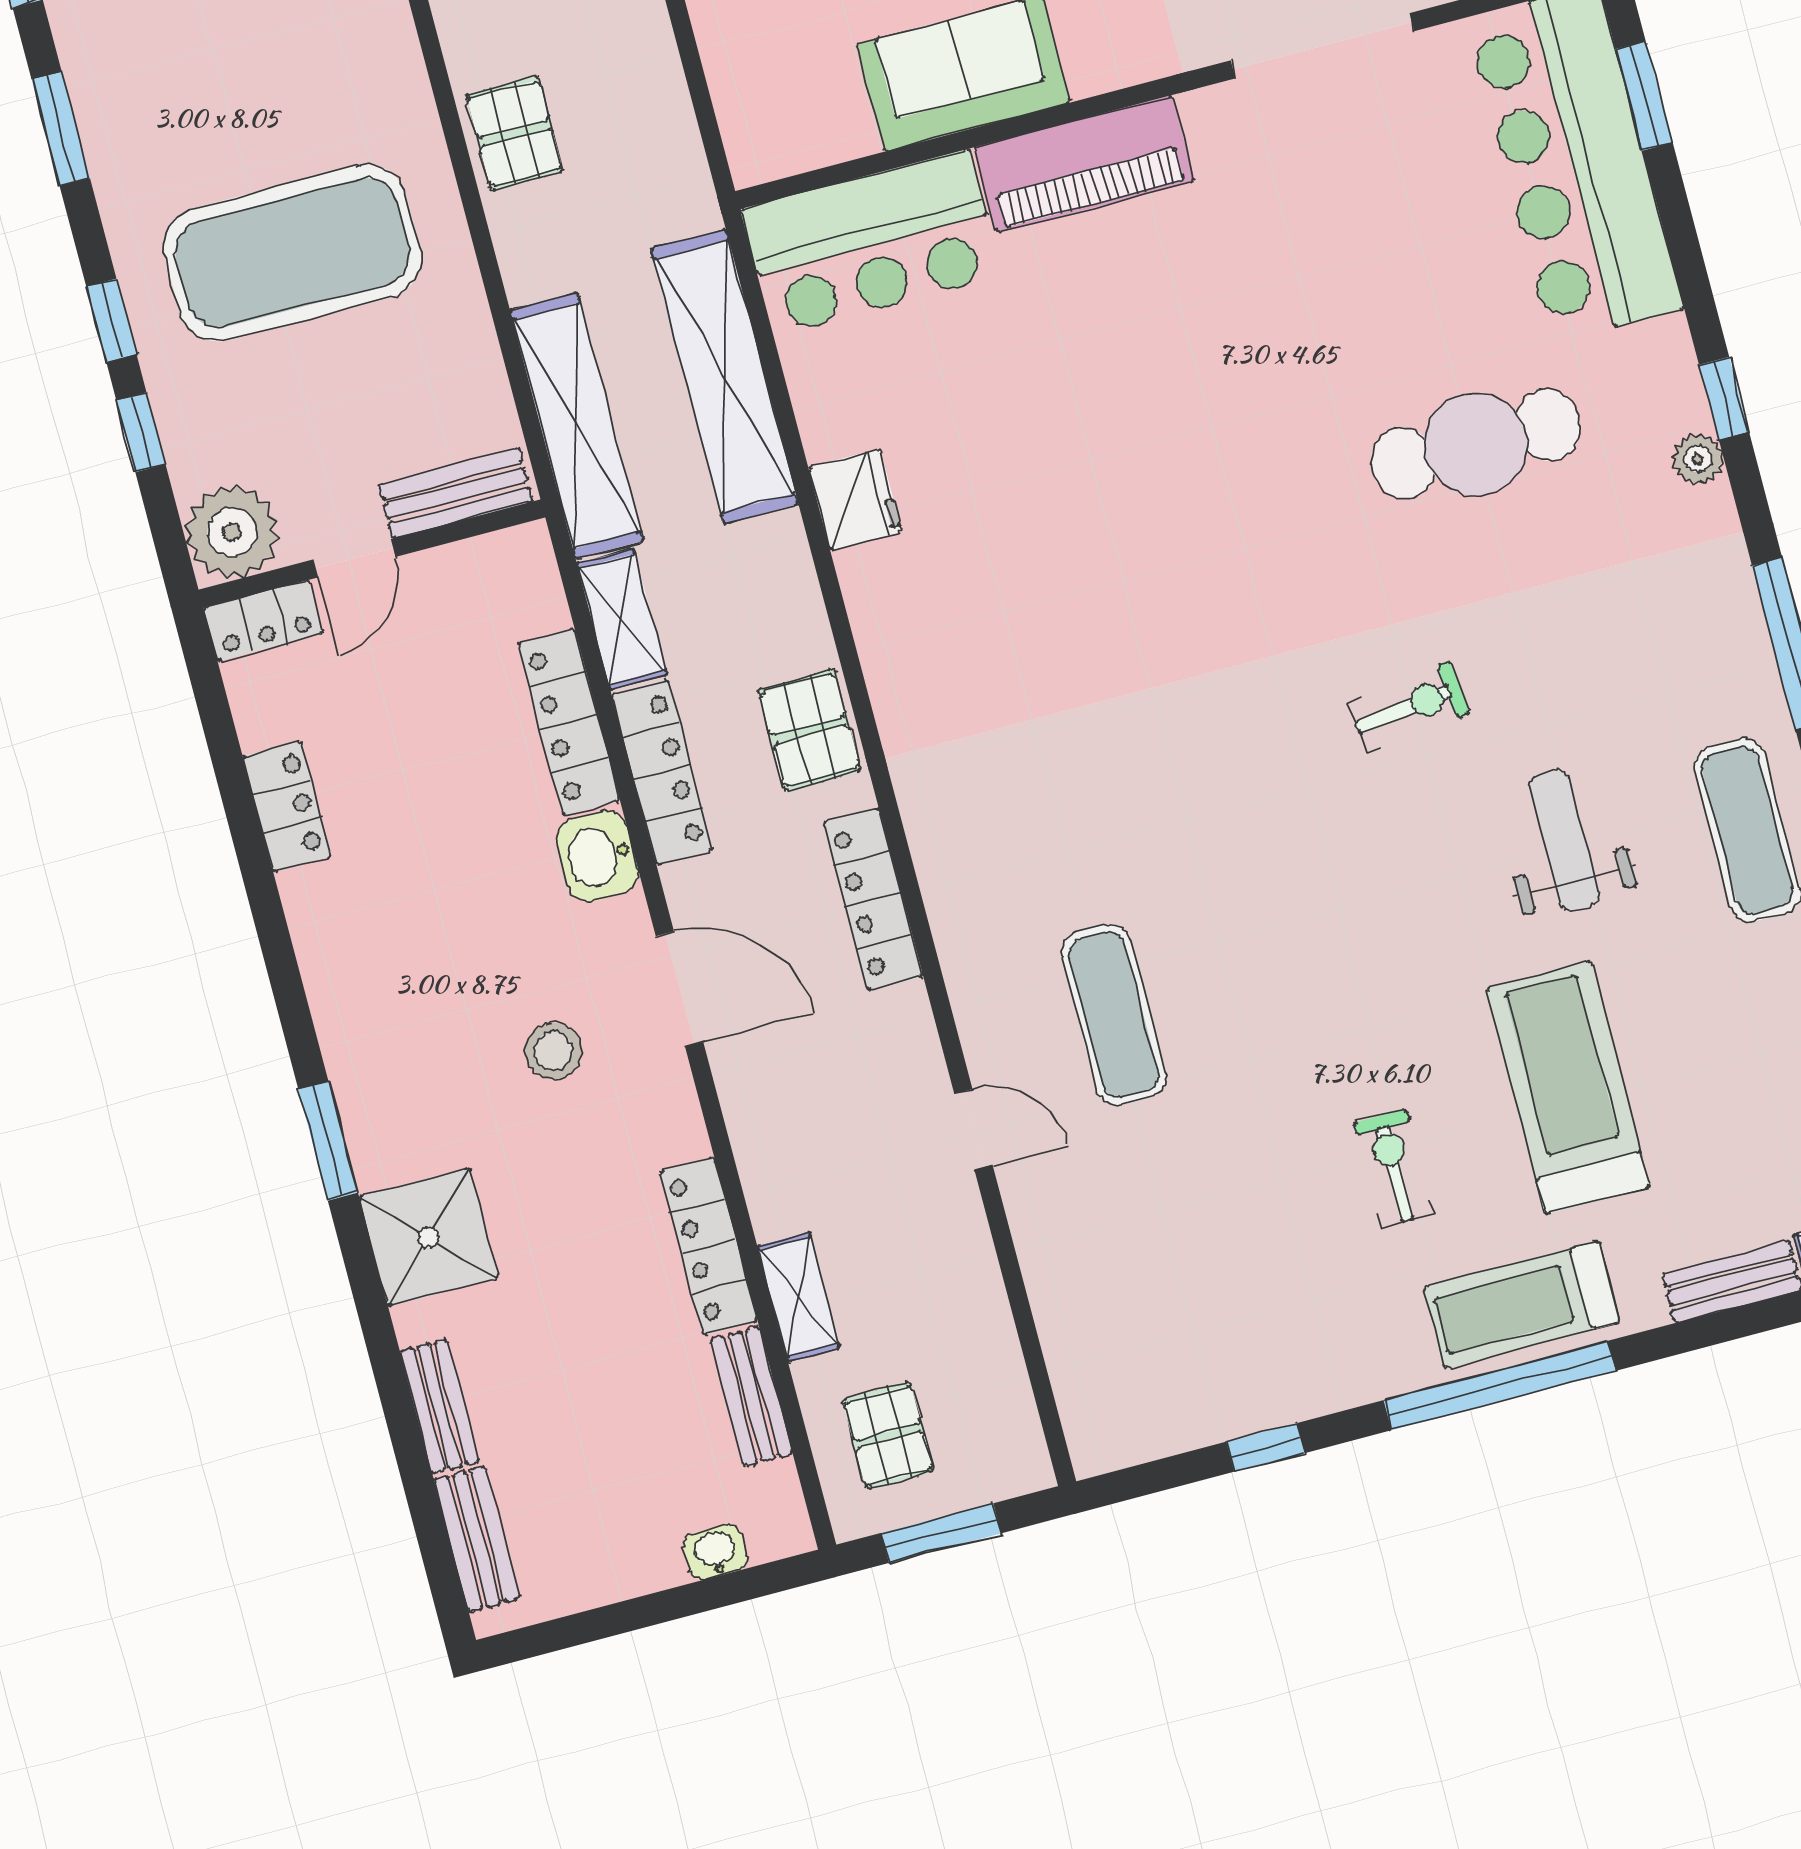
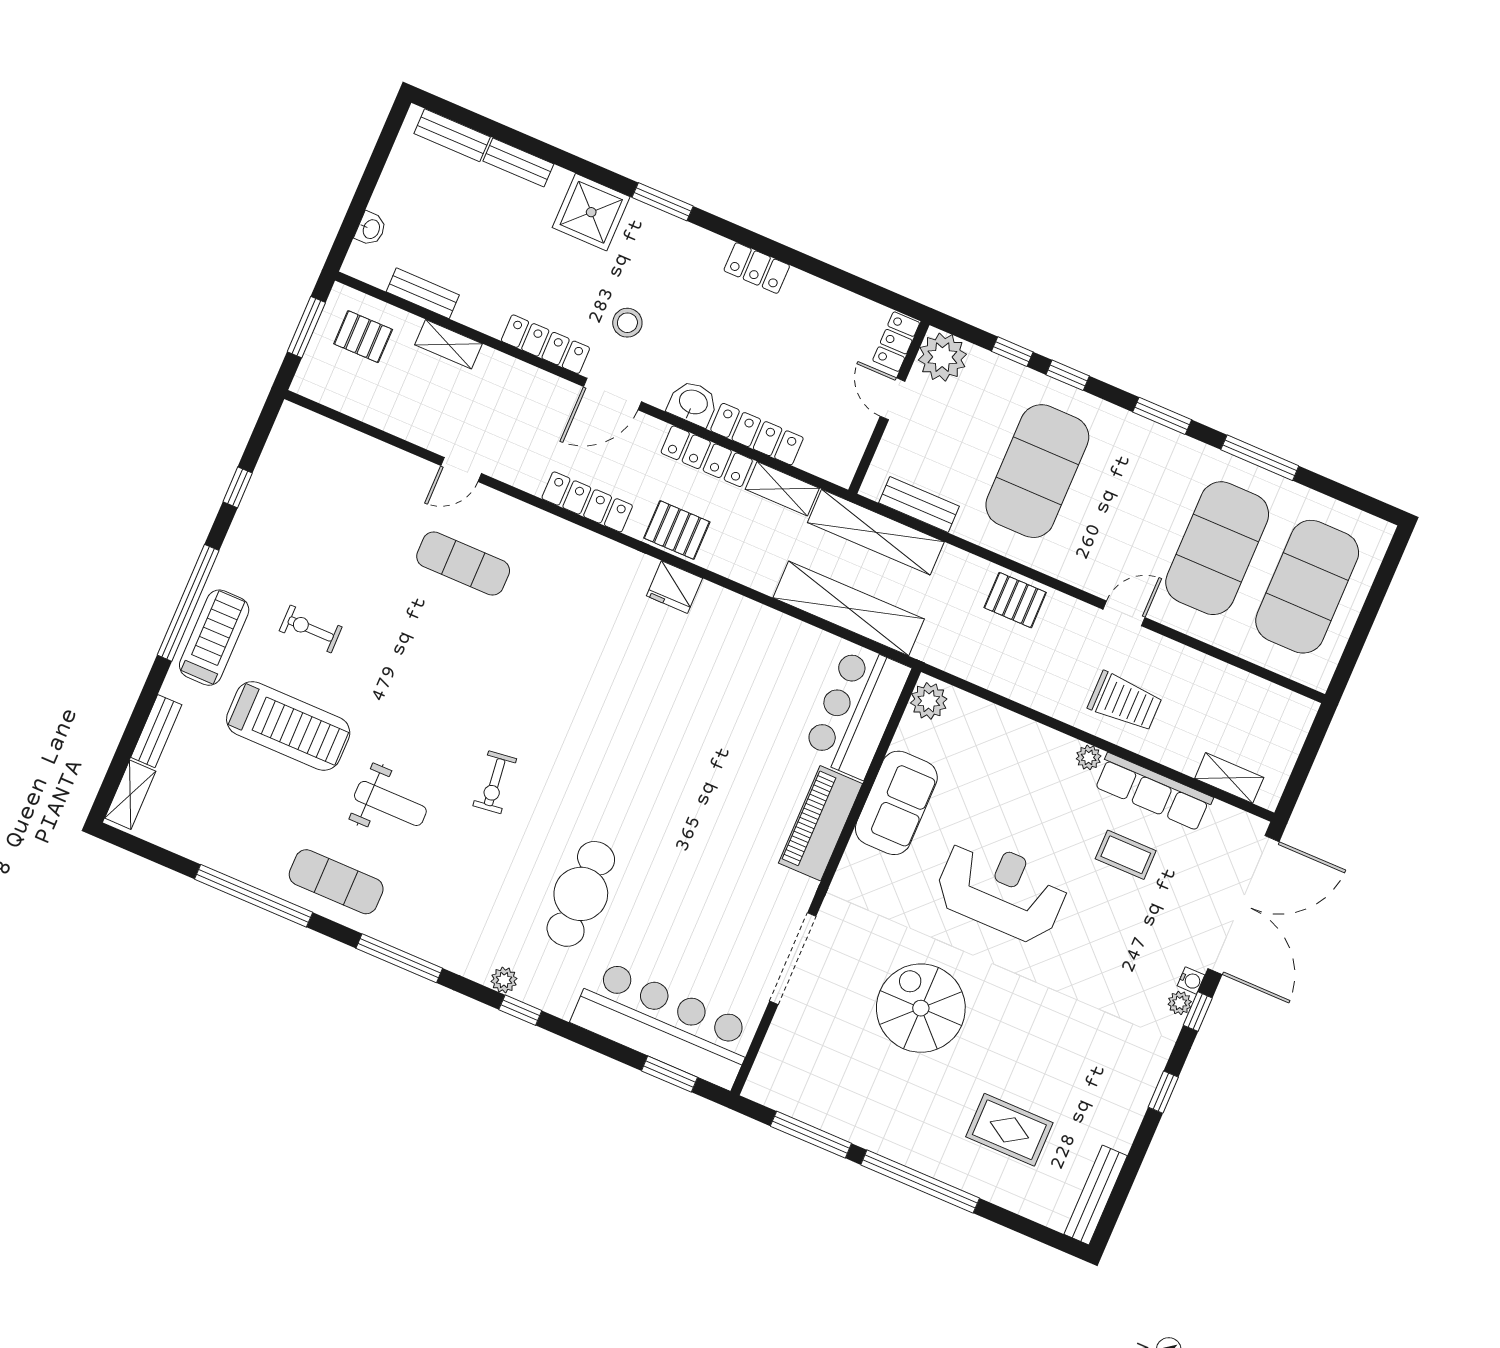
plant: (770, 145) -> (929, 701), added
bench: (455, 493) -> (919, 505), moved, turned 90
fridge: (855, 500) -> (674, 587), moved
locker: (287, 806) -> (757, 268), moved
exercise bike: (1394, 1168) -> (311, 629), turned 180
locker: (709, 1246) -> (545, 344), moved

